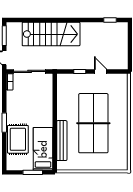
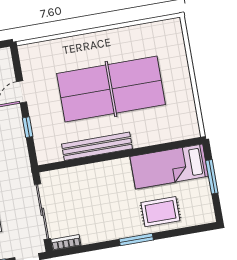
rug: (18, 139) -> (160, 212), width x0.73, depth x0.70
bench: (62, 141) -> (97, 146), moved

